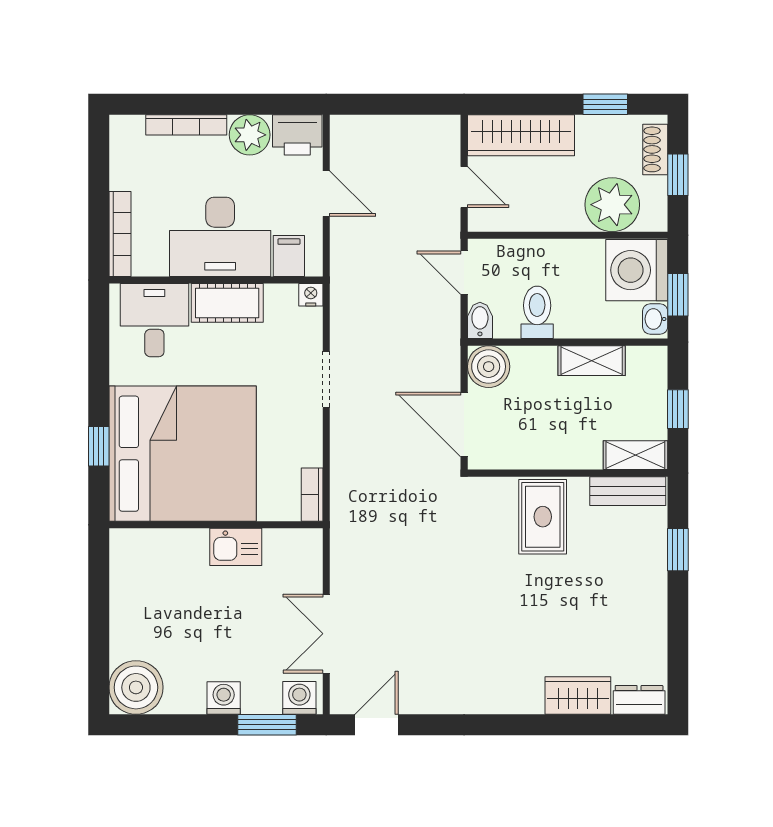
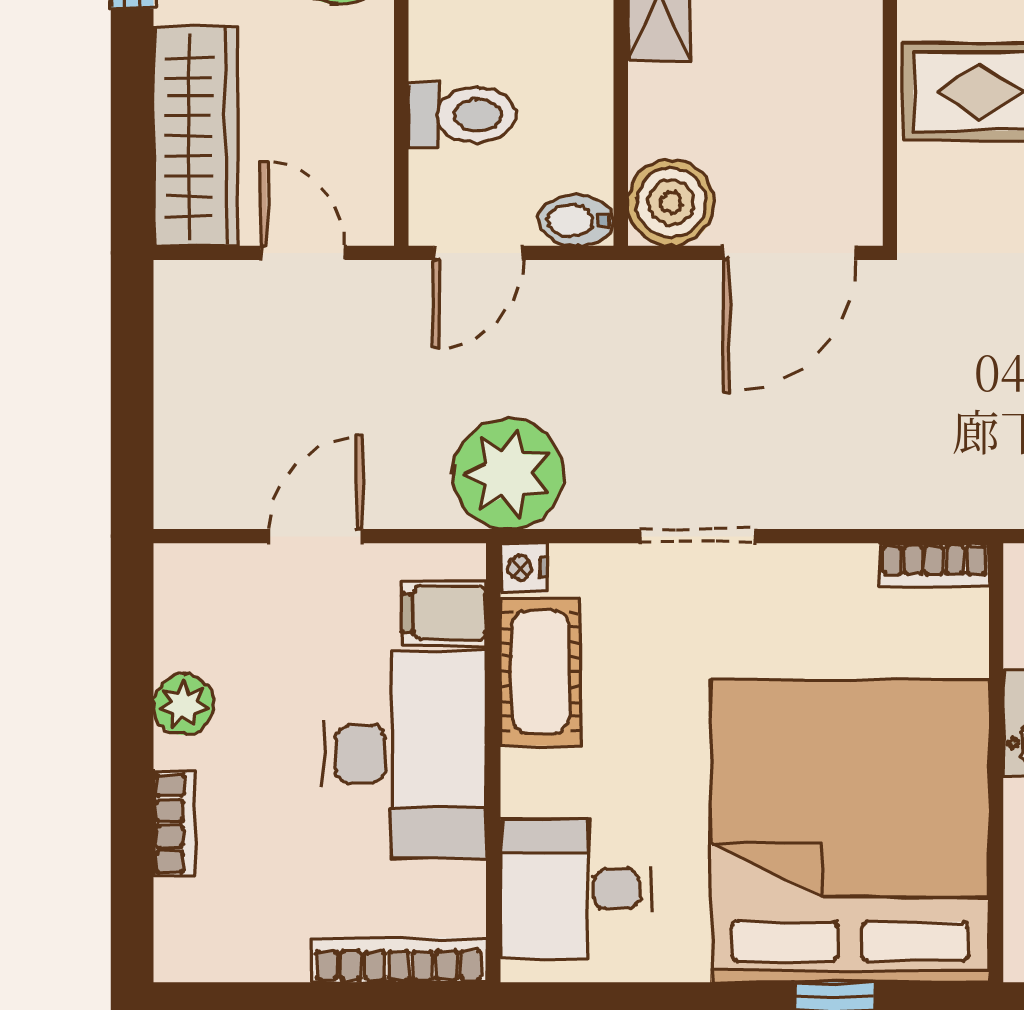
bookcase: (186, 125) -> (175, 824), width x0.64
plant: (250, 135) -> (184, 705), width x0.73, depth x0.73
printer: (297, 135) -> (195, 596), removed
door: (464, 187) -> (303, 253), hinge flipped
plant: (357, 287) -> (508, 474), added
cot: (227, 303) -> (540, 672), moved
toilet: (537, 312) -> (462, 115), moved, turned 180

